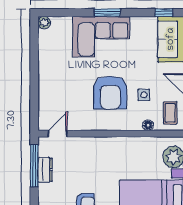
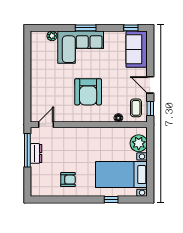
plant: (44, 23) -> (52, 36), moved
side table: (144, 95) -> (115, 94), removed

